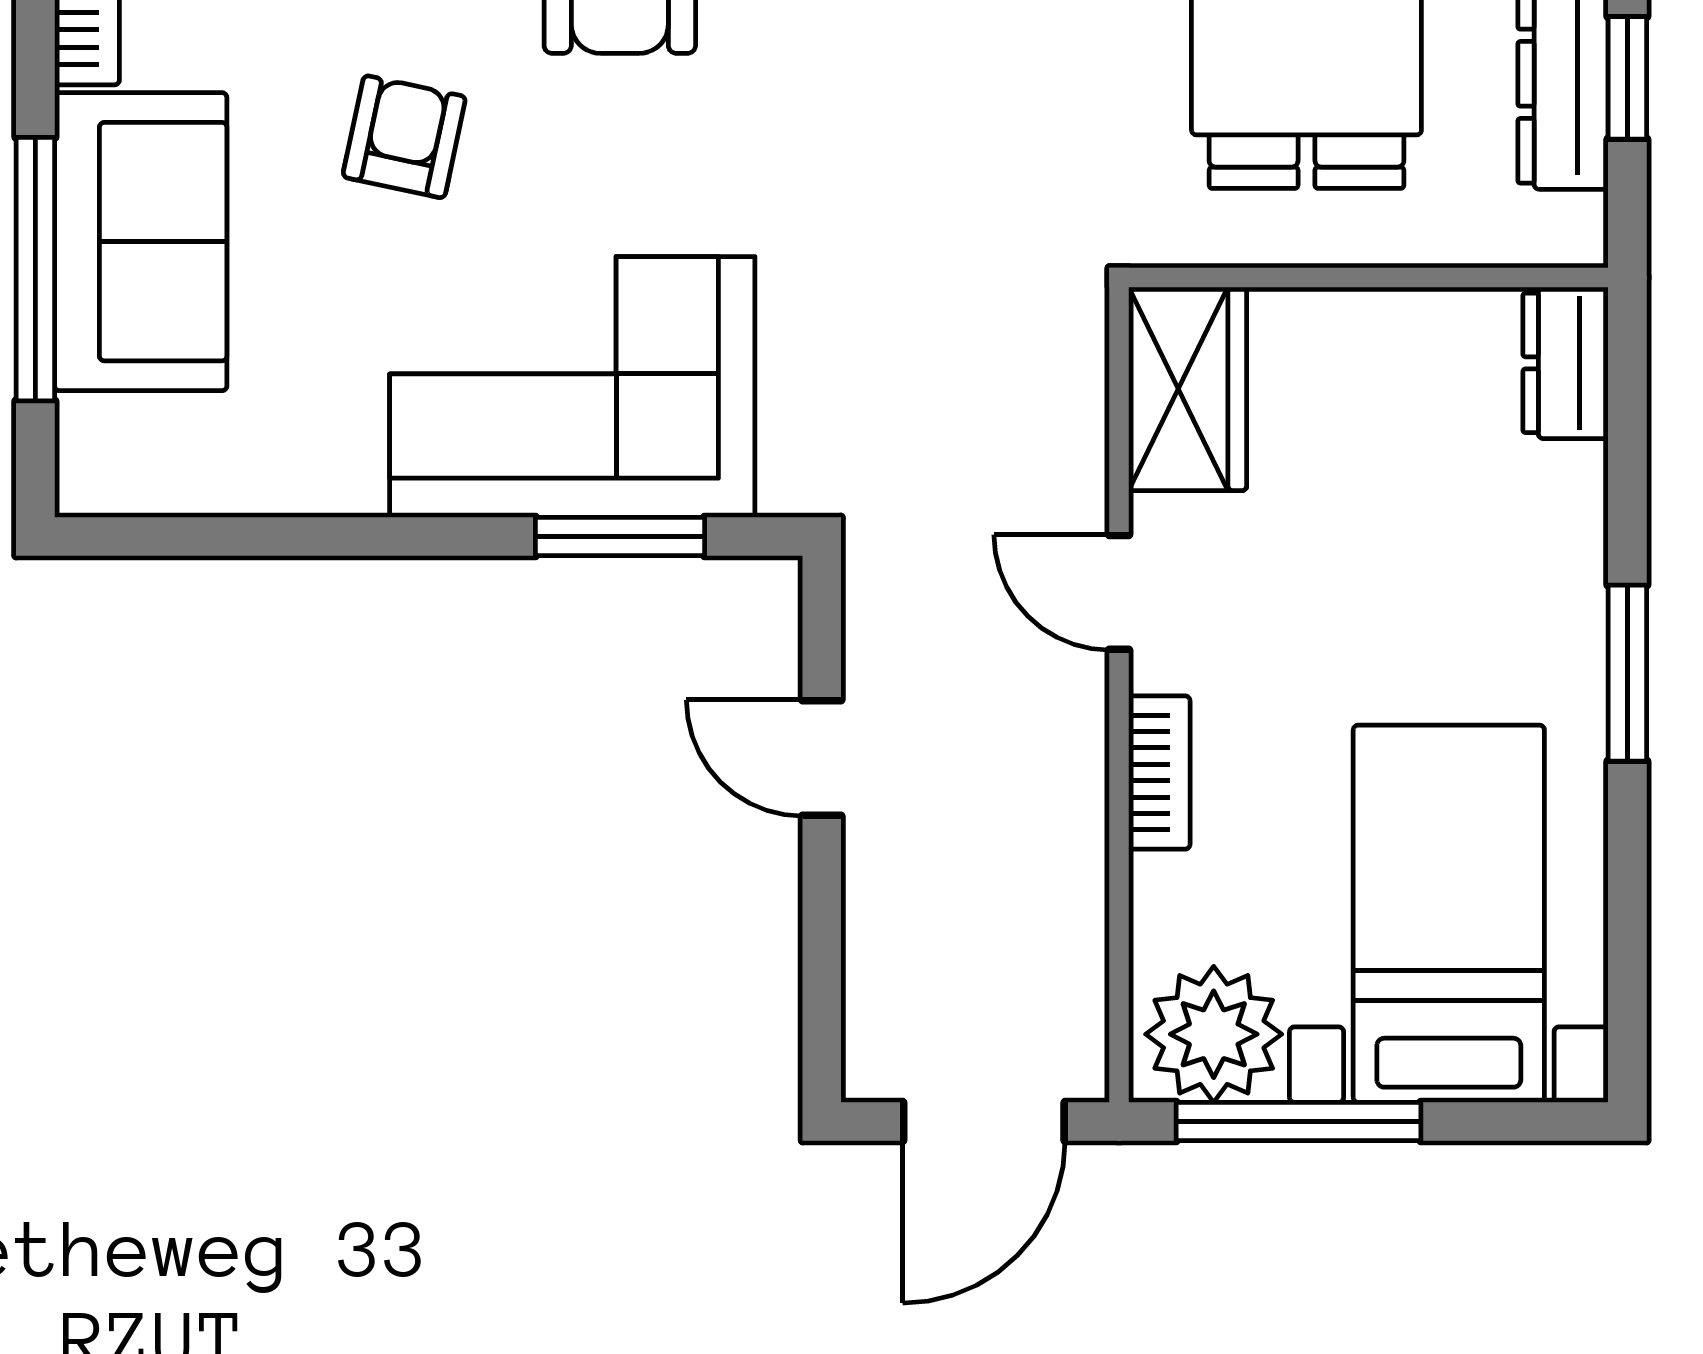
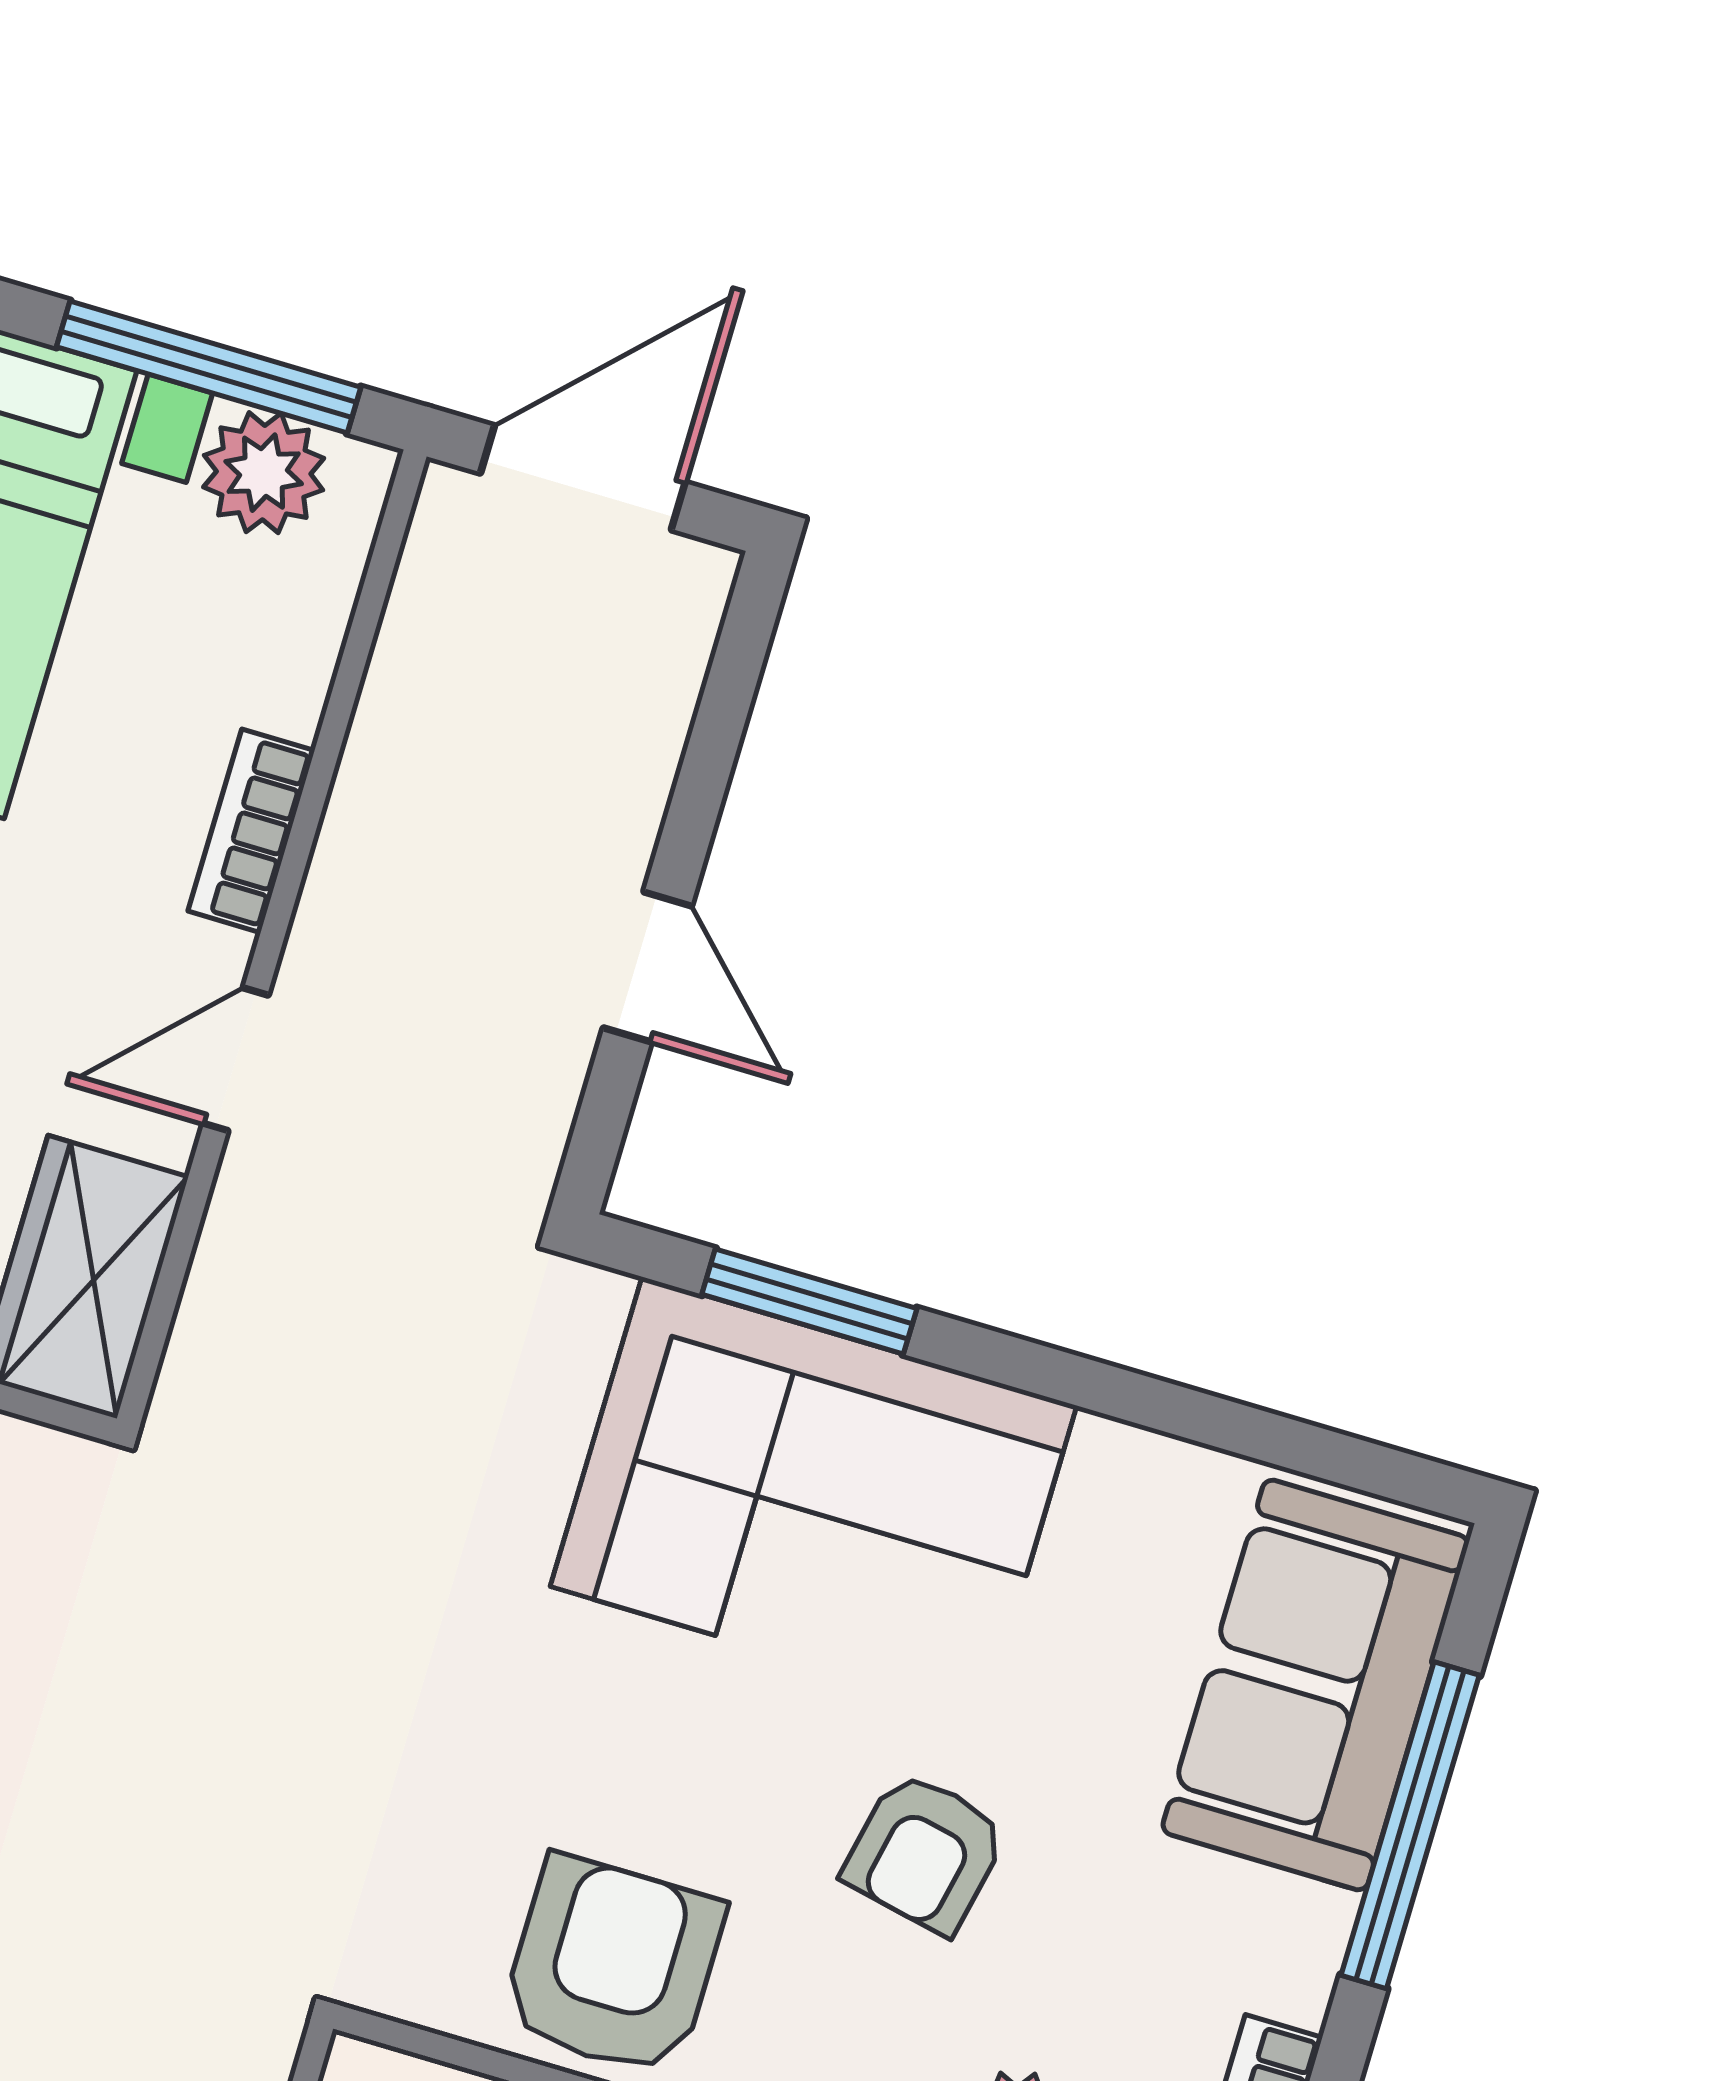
sofa: (141, 242) -> (1315, 1685), moved
door: (1119, 592) -> (236, 1059), swing flipped
plant: (1214, 1034) -> (264, 473), width x0.73, depth x0.73

